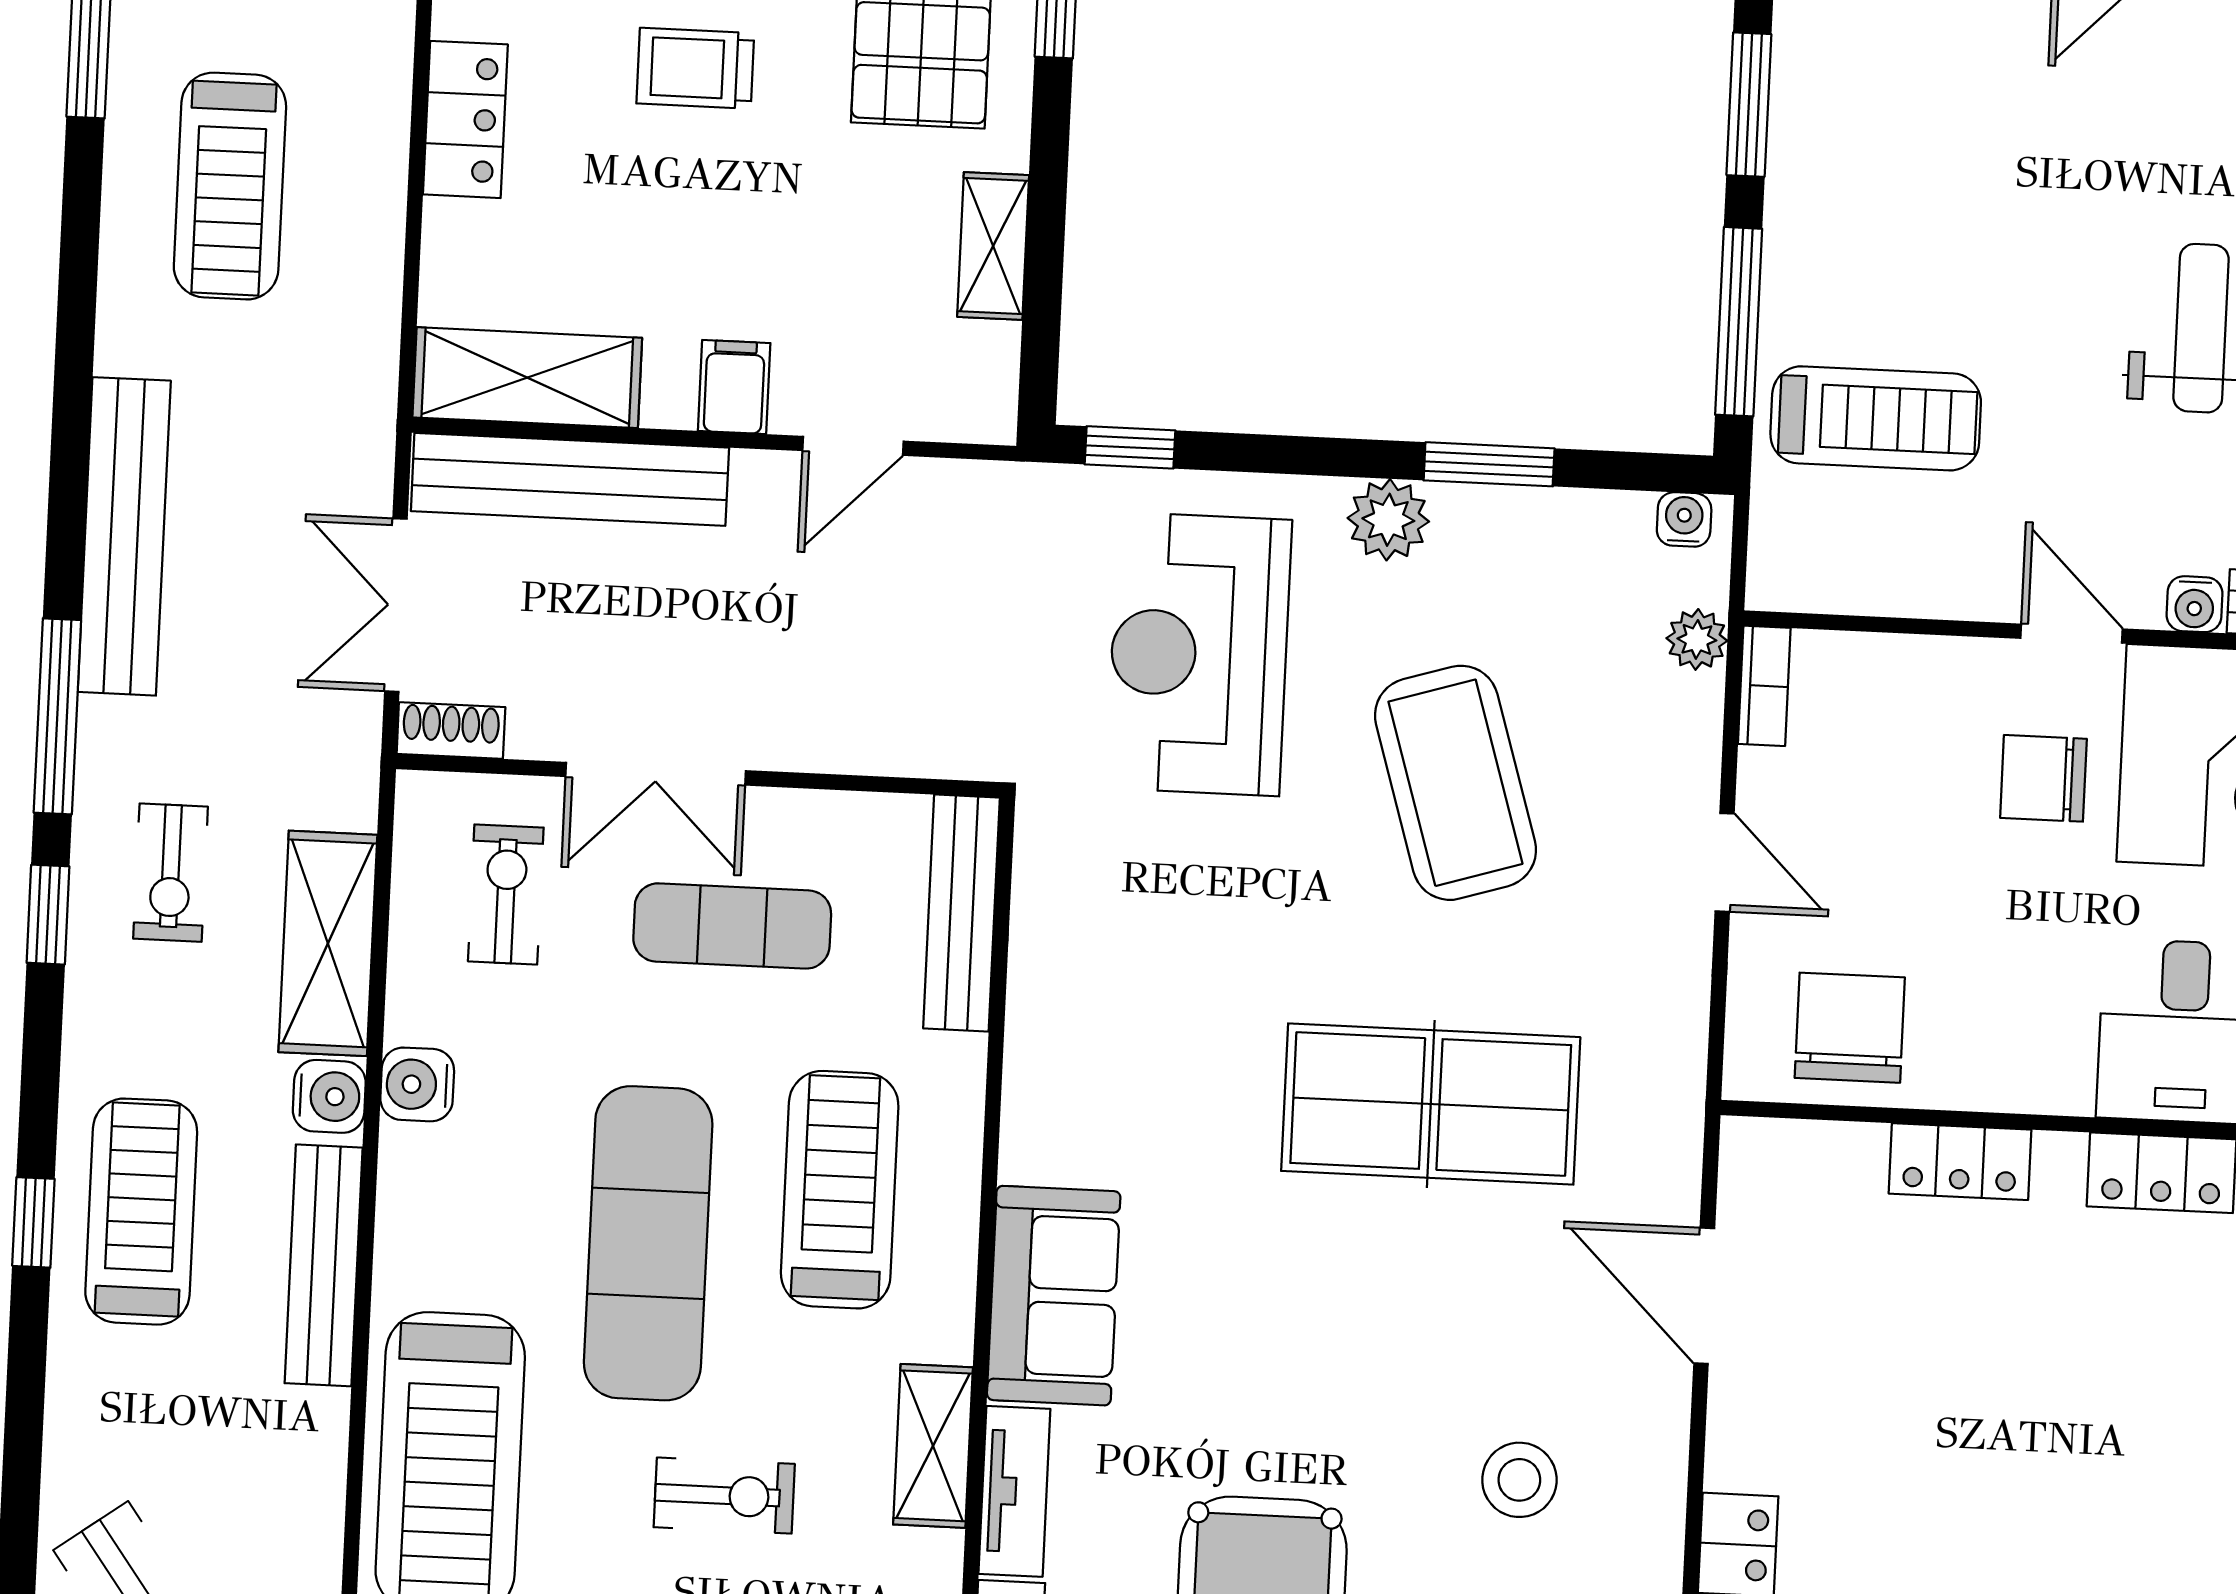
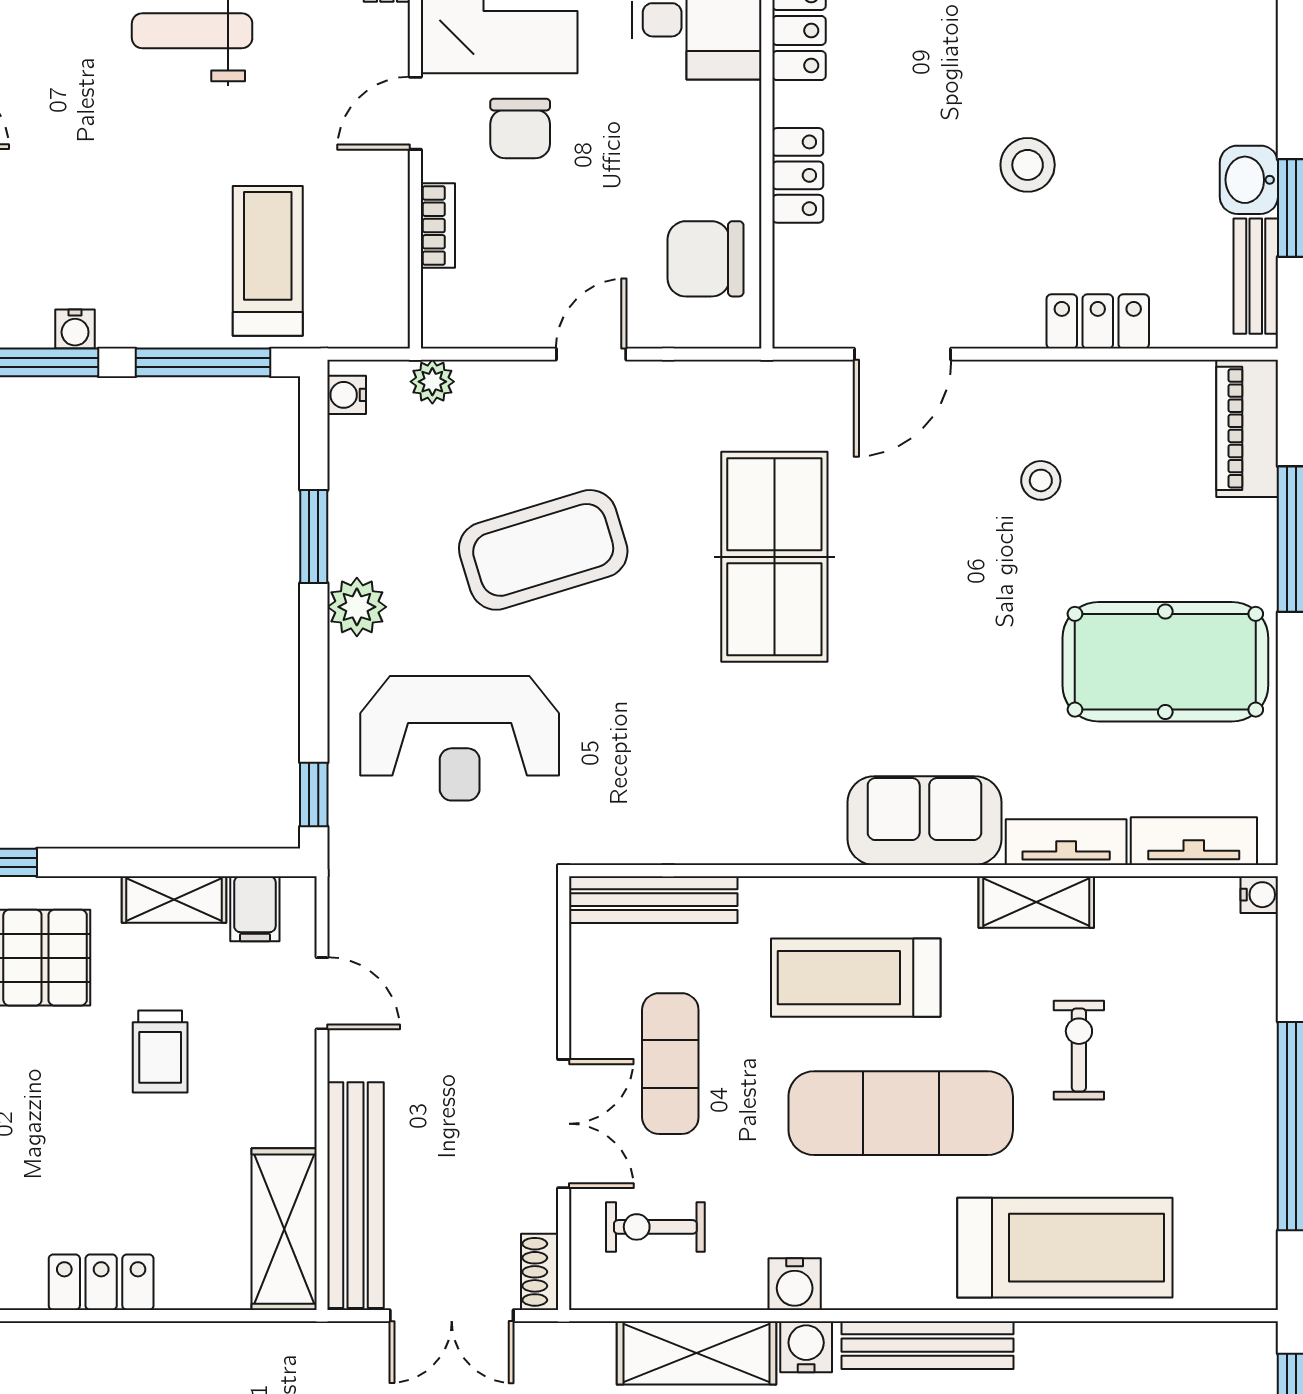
trolley: (695, 68) -> (160, 1052), moved
filing cabinet: (734, 387) -> (255, 909), moved, turned -90
water cooler: (2194, 604) -> (75, 329), moved, turned 90
bookcase: (1764, 686) -> (438, 226), moved, turned 90
stool: (1519, 1480) -> (1041, 480), width x0.73, depth x0.73
stool: (1959, 1482) -> (1028, 165), added

